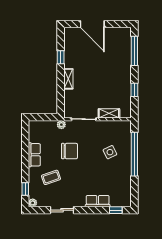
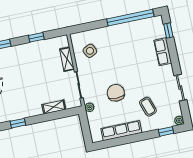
shelving: (68, 79) -> (54, 107), moved
side table: (110, 152) -> (90, 51), moved
window: (134, 154) -> (130, 18), moved
row of seats: (34, 155) -> (121, 131), width x1.48

